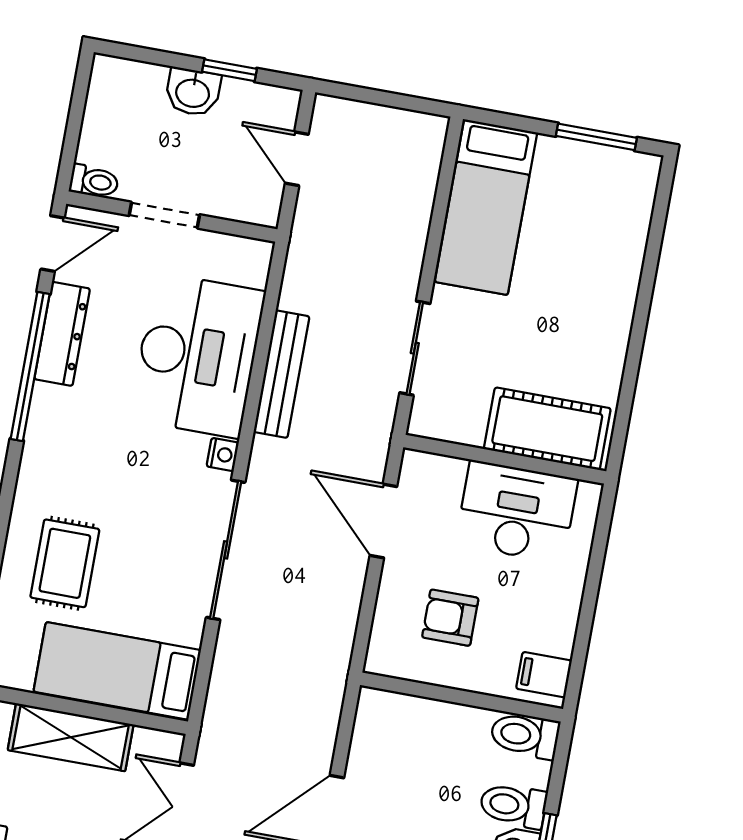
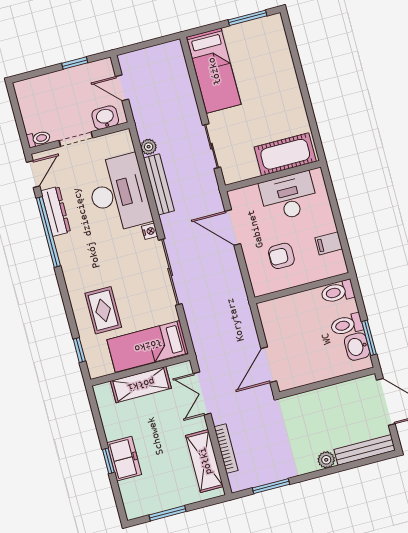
washbasin: (193, 92) -> (105, 118), moved, turned 180
plant: (295, 294) -> (149, 147), added
filing cabinet: (544, 675) -> (329, 243), moved

